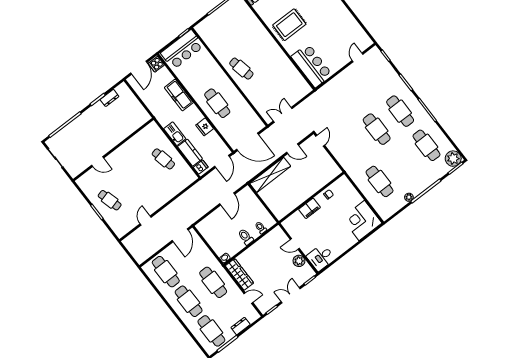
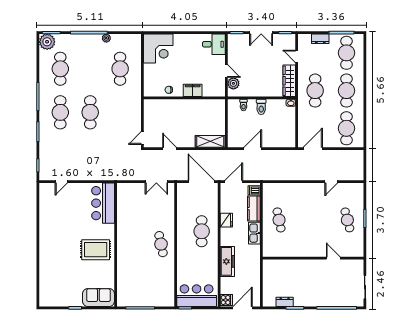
shelving: (270, 175) -> (210, 141), width x0.68
plant: (299, 261) -> (233, 83), moved

